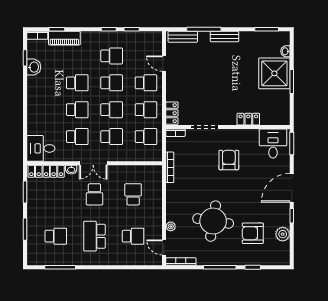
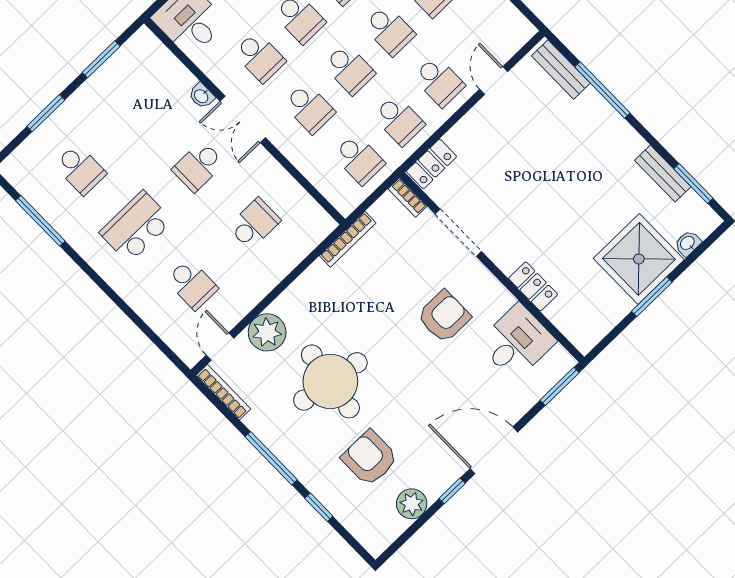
bench: (224, 36) -> (663, 174), moved
desk: (273, 143) -> (517, 342), moved
locker: (46, 171) -> (163, 61), removed
plant: (171, 226) -> (267, 332), width x1.88, depth x1.88

